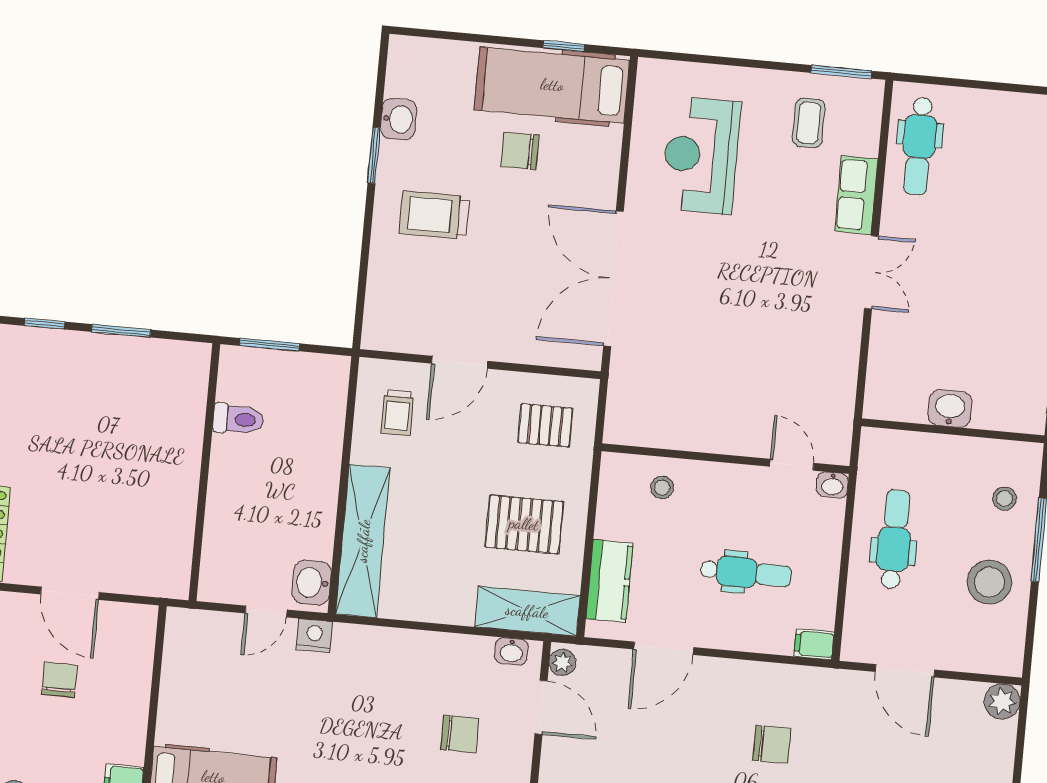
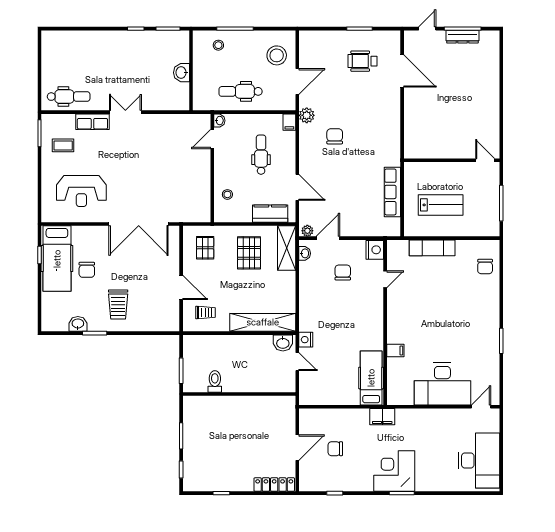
stool: (989, 582) -> (277, 55), moved
plant: (1002, 701) -> (307, 115), moved

